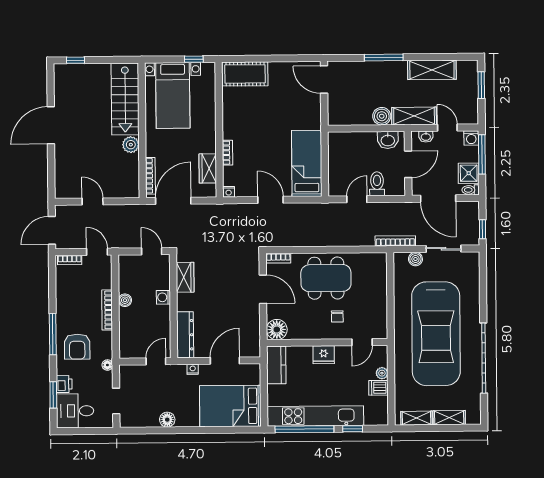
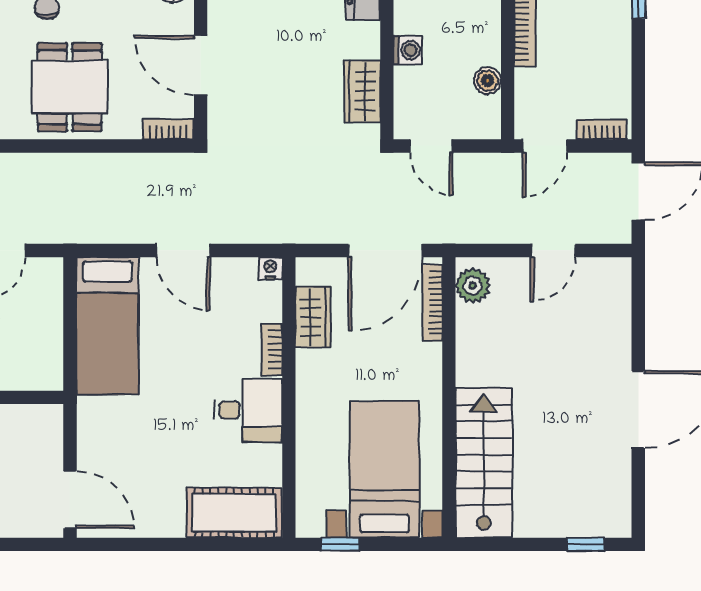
desk: (239, 123) -> (248, 410), added
plant: (131, 145) -> (473, 286), moved
door: (93, 202) -> (553, 250), hinge flipped
door: (97, 252) -> (545, 146), hinge flipped
dining table: (326, 278) -> (70, 87), width x0.73
boiler: (125, 300) -> (488, 81), moved

